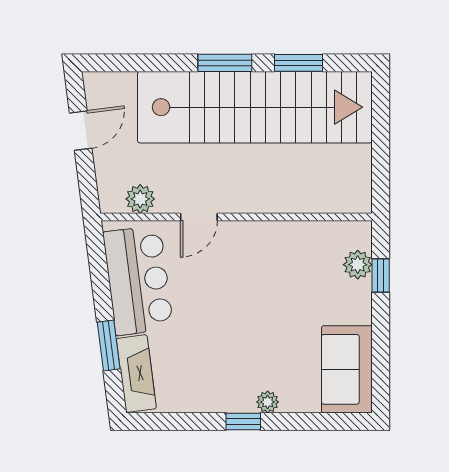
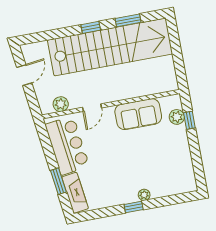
window: (225, 63) -> (91, 27), width x0.67
sofa: (347, 369) -> (138, 114), moved, turned -90

